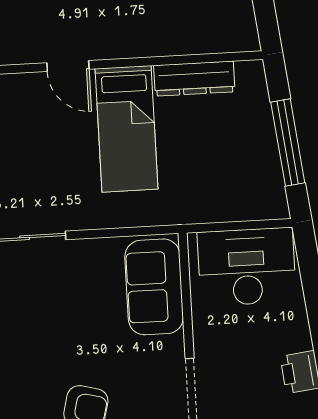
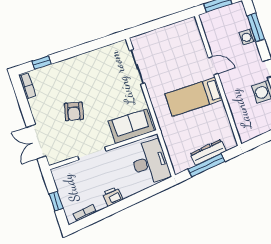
door: (68, 66) -> (213, 66), swing flipped
dresser: (194, 79) -> (208, 152), moved, turned 83

